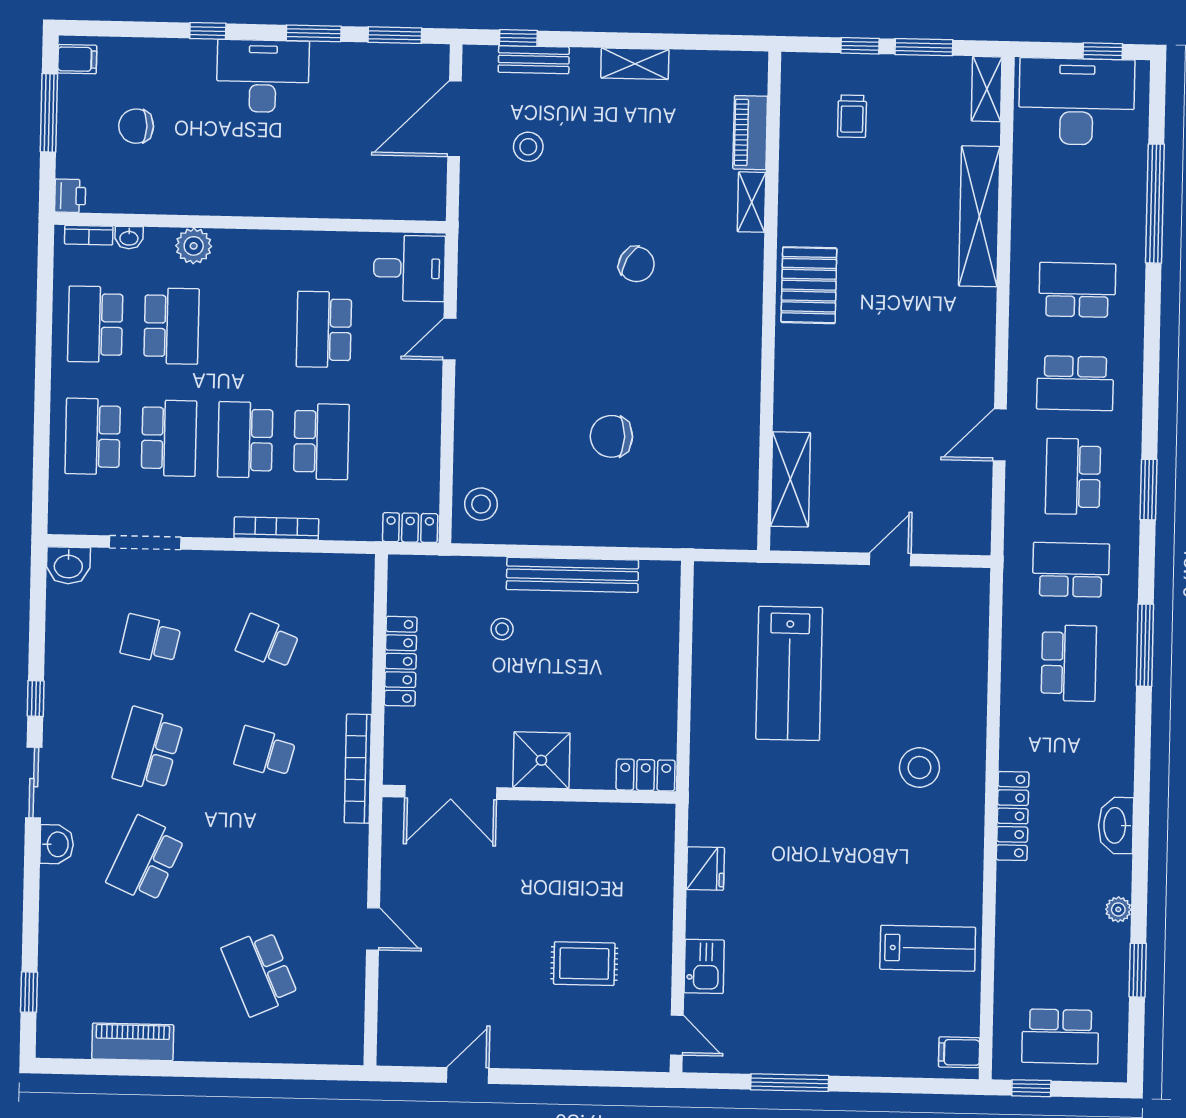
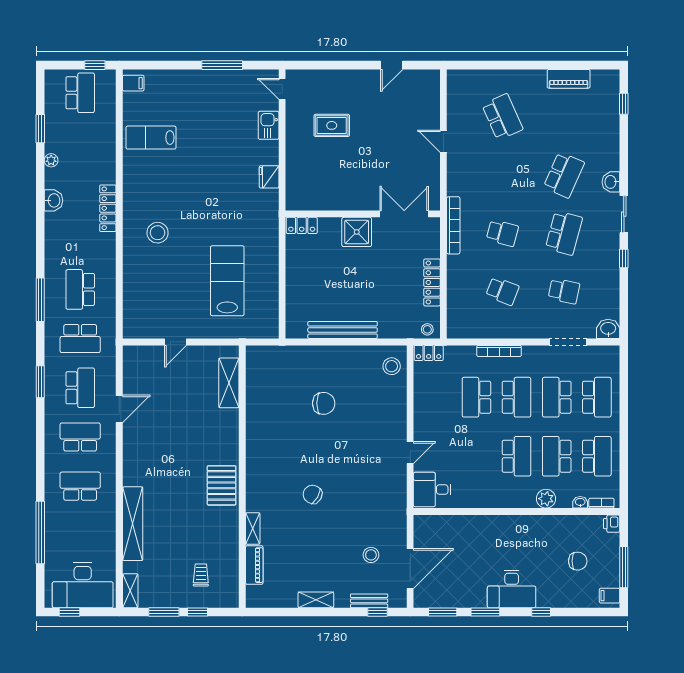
school desk: (1077, 290) -> (80, 486), turned 180
school desk: (324, 329) -> (517, 456), moved
stool: (502, 629) -> (427, 329), moved
washbasin: (1116, 825) -> (53, 200), width x0.72
school desk: (1060, 1036) -> (80, 93), turned 90

